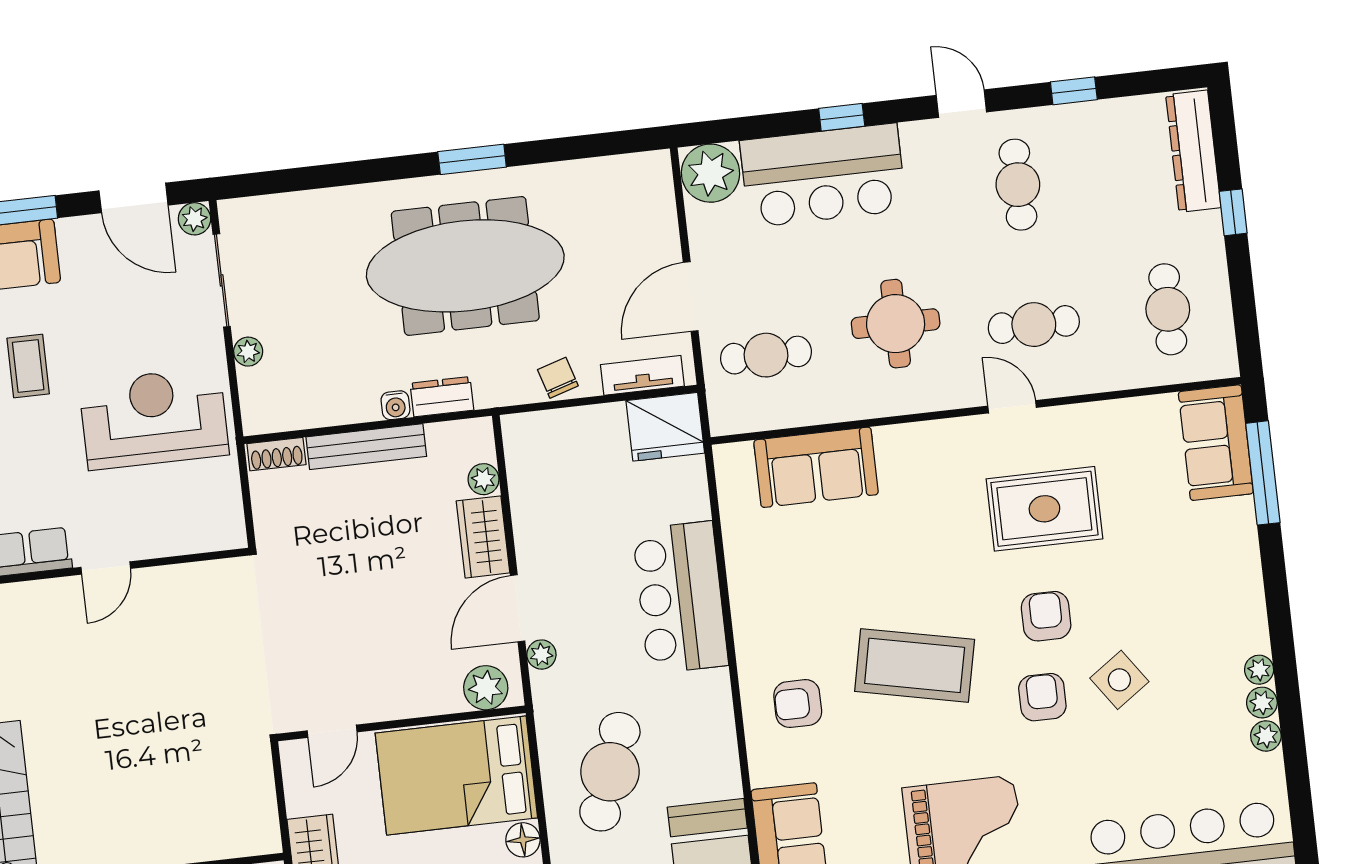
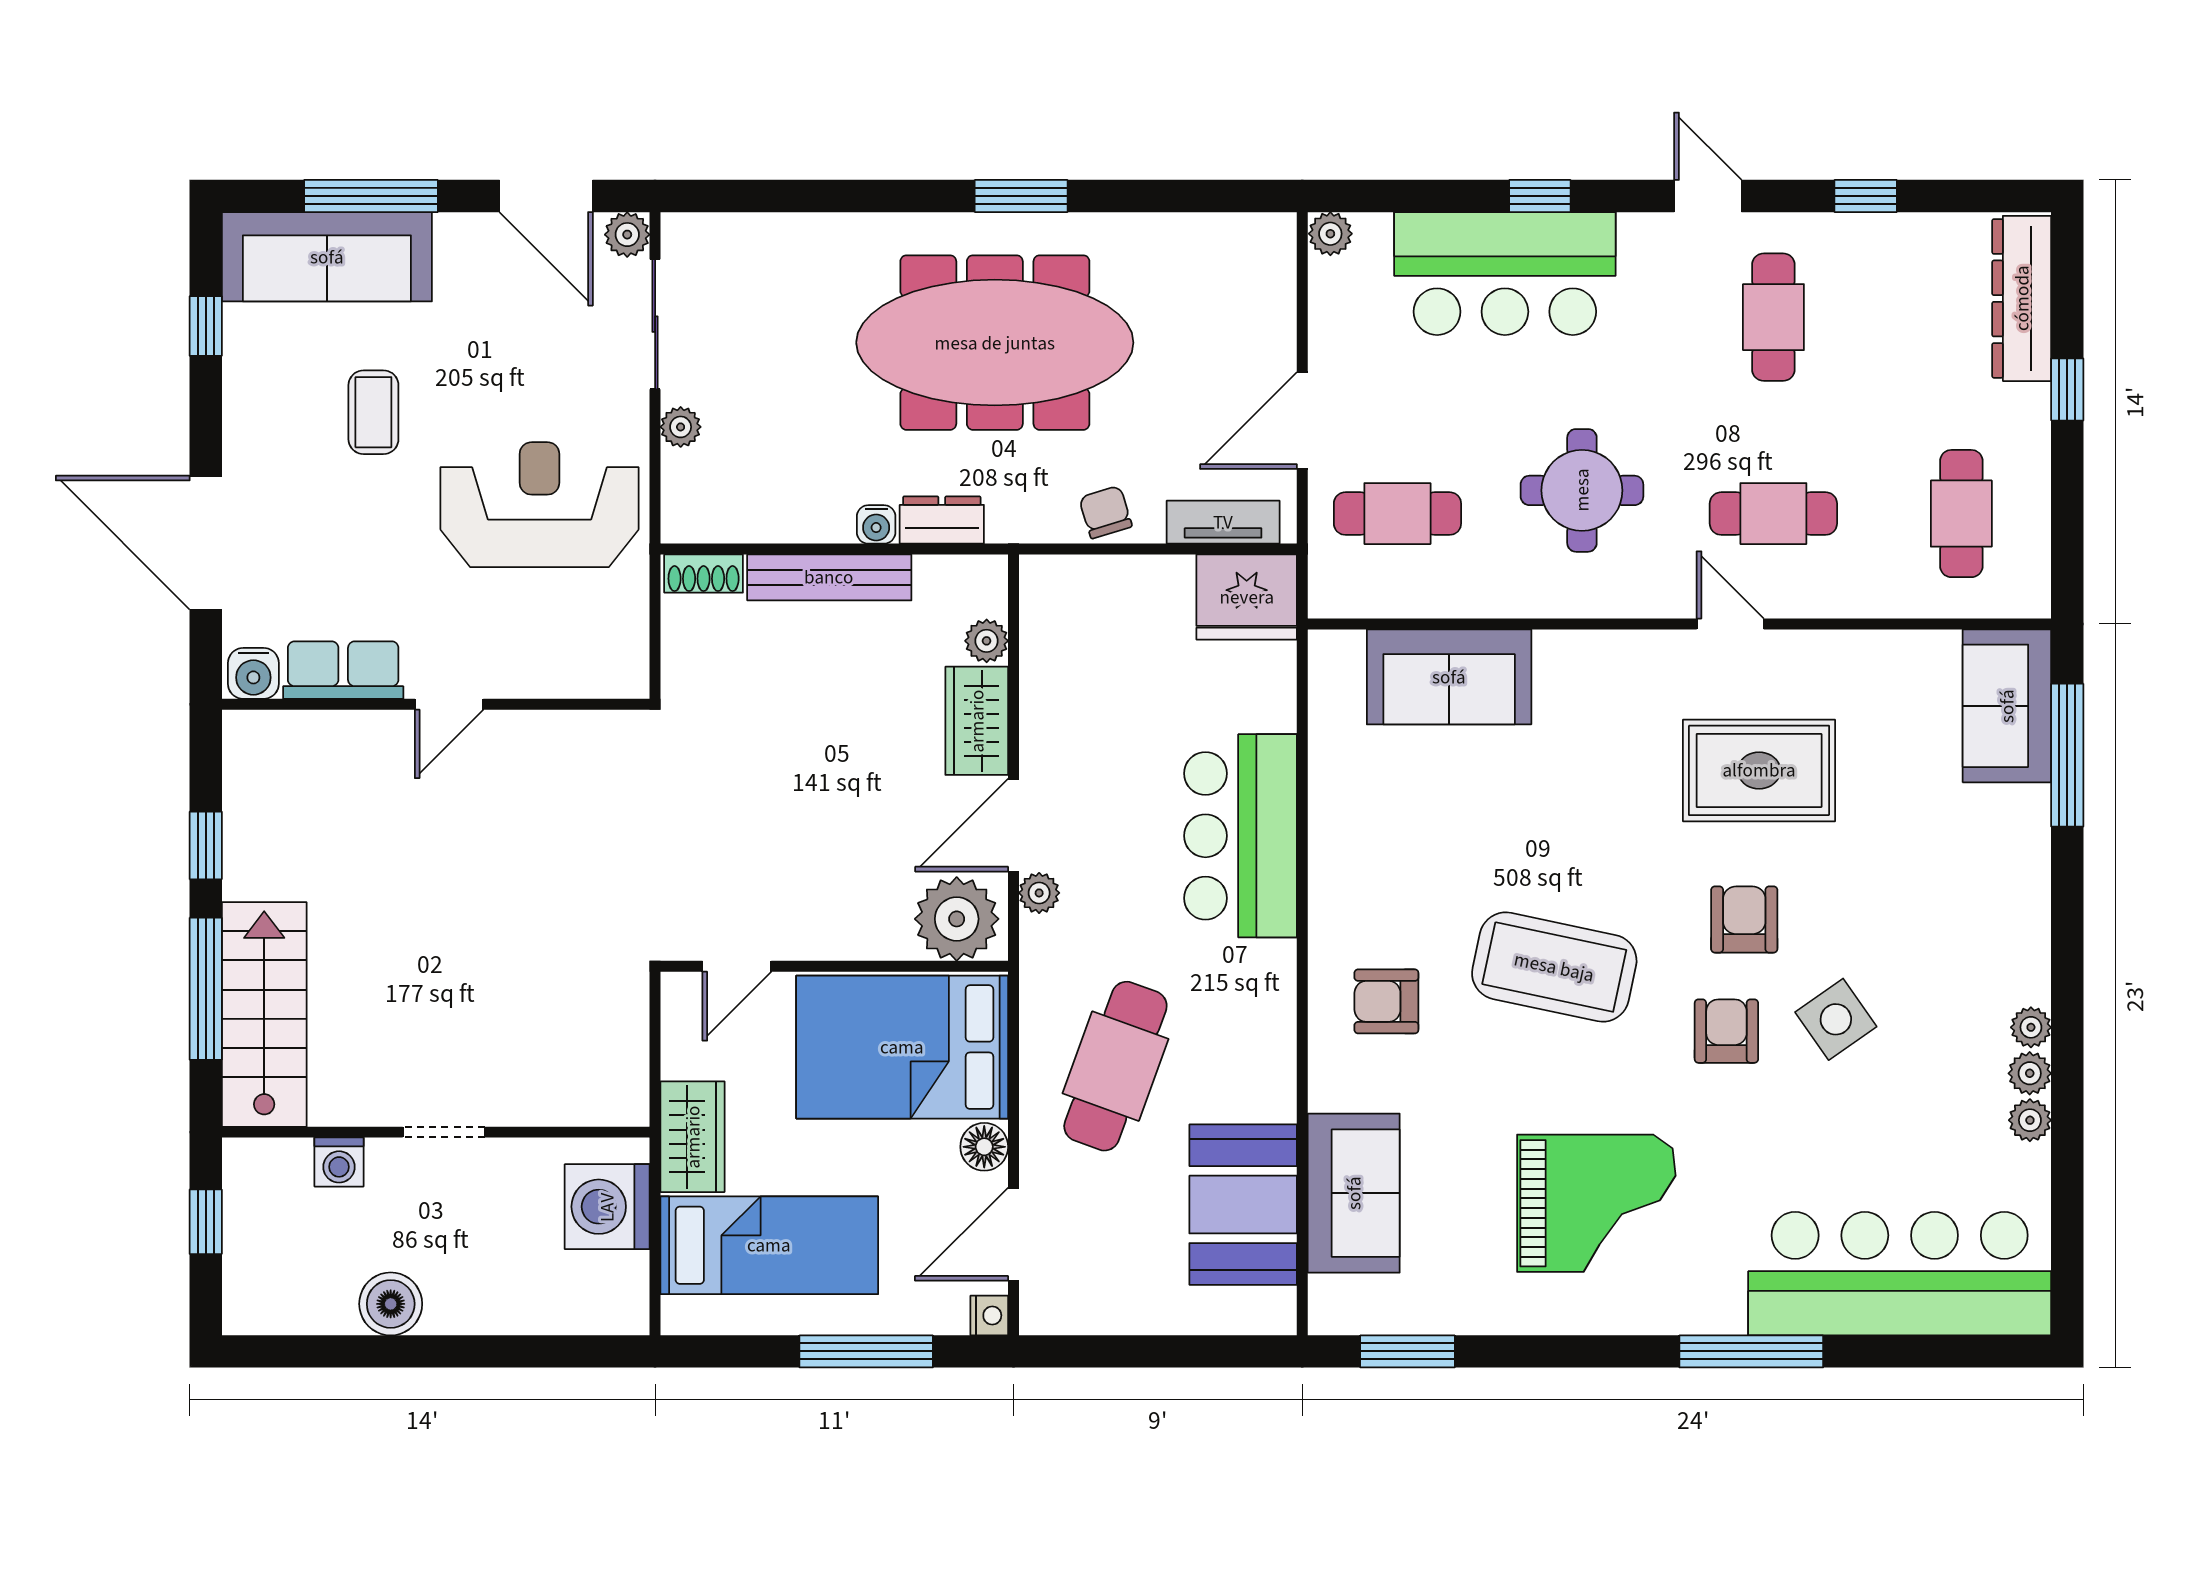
plant: (711, 173) -> (1330, 234), width x0.53, depth x0.53
plant: (486, 688) -> (957, 919), width x1.36, depth x1.36

